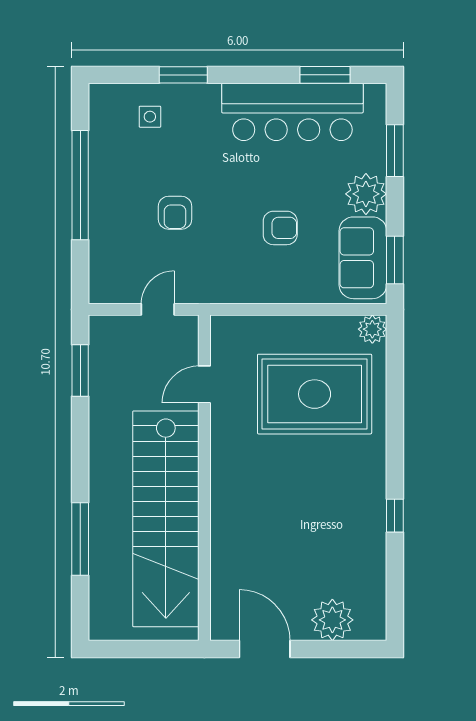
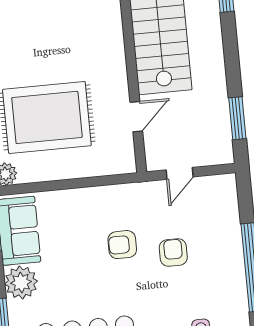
armchair: (280, 228) -> (122, 245), moved

